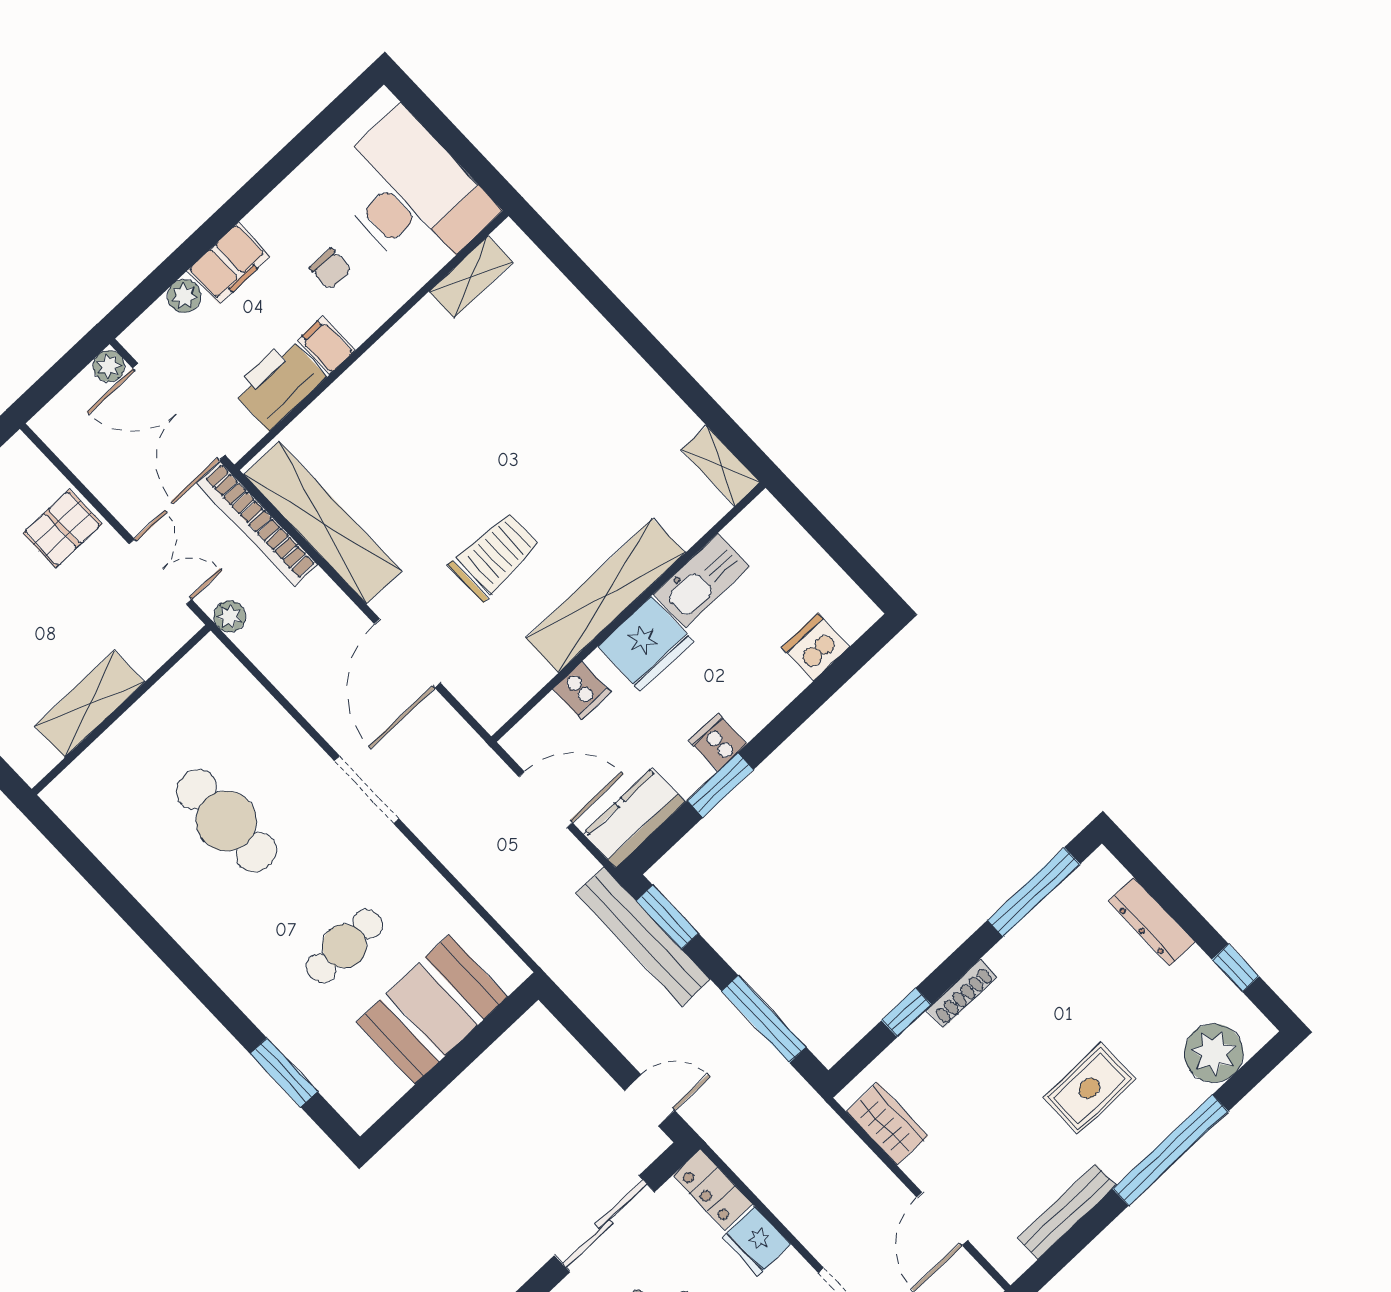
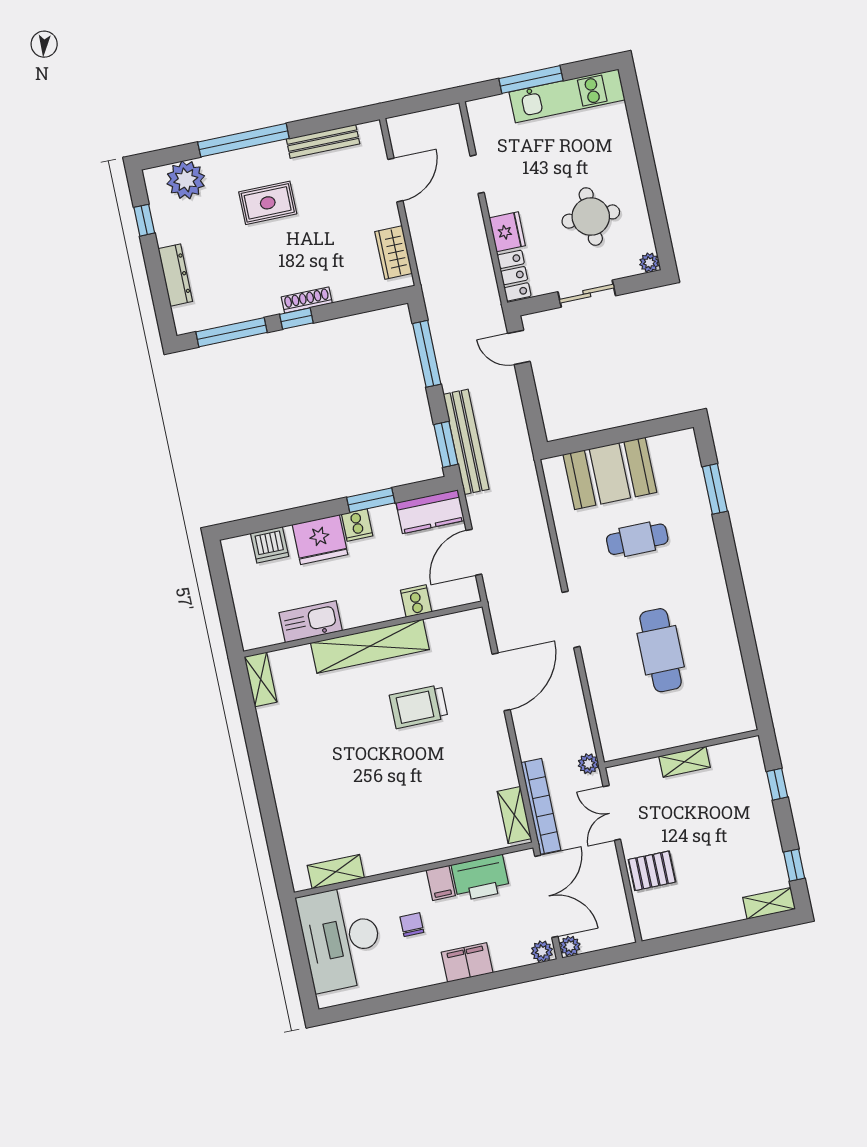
plant: (184, 296) -> (542, 951), moved
shelving: (323, 523) -> (514, 815), width x0.45, depth x0.75
fridge: (646, 644) -> (320, 540), moved, turned 180
shelving: (90, 704) -> (685, 762), width x0.67, depth x0.75
door: (546, 800) -> (474, 552), hinge flipped
window: (906, 1012) -> (296, 319), moved
sliding door: (604, 1224) -> (587, 294), width x0.73

